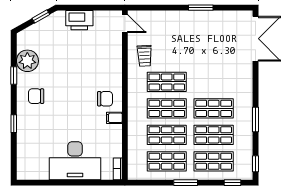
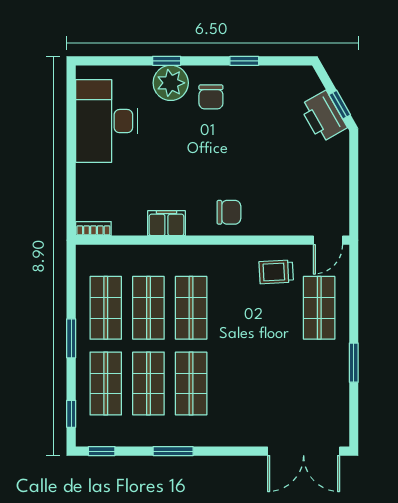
printer: (79, 20) -> (323, 116), moved, turned -30
plant: (27, 61) -> (171, 83), moved
shop shelf: (167, 82) -> (319, 308), moved
chair: (36, 96) -> (211, 97), turned 180
chair: (105, 99) -> (229, 212), moved, turned -90
filing cabinet: (114, 118) -> (166, 223), width x2.00
desk: (75, 161) -> (107, 121), moved

